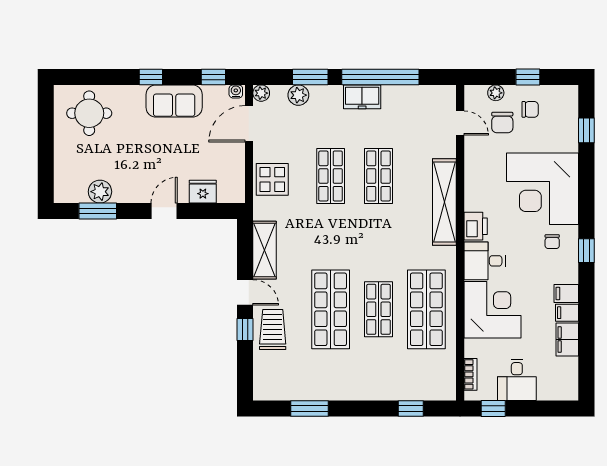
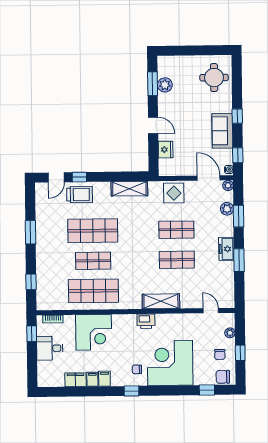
window: (380, 77) -> (239, 260), width x0.47
chair: (502, 122) -> (223, 377), moved
door: (460, 123) -> (211, 311), swing flipped
shelving: (444, 202) -> (161, 301), width x0.68
desk: (485, 261) -> (124, 327), removed
door: (245, 292) -> (56, 177), moved
window: (310, 408) -> (30, 232), moved

